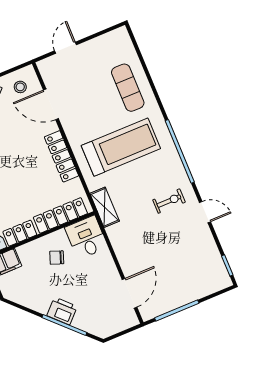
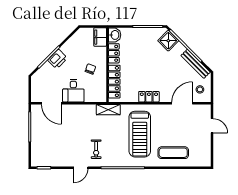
locker: (61, 156) -> (149, 97), width x0.66
desk: (86, 237) -> (73, 91), moved, turned 90

